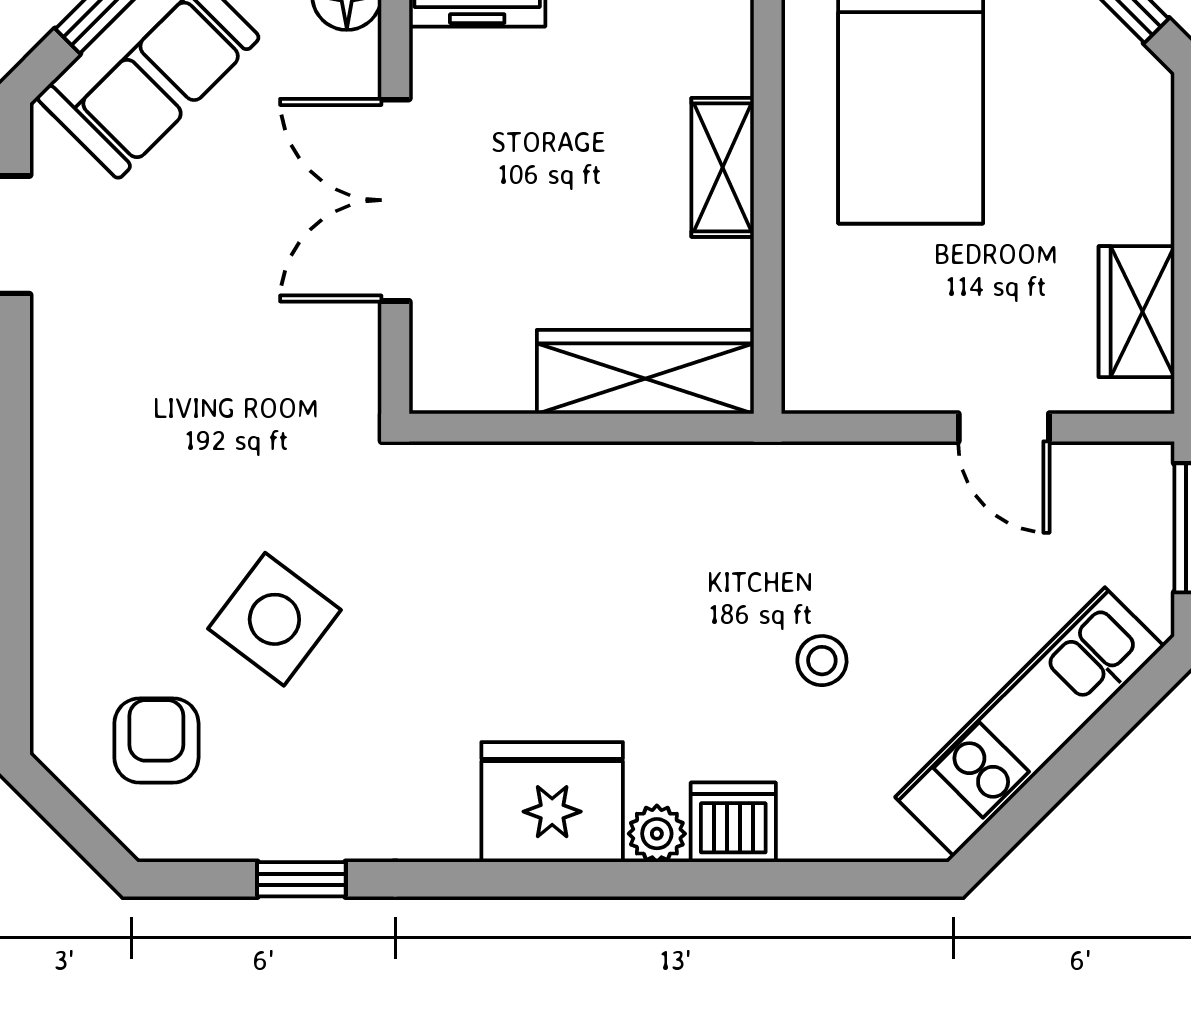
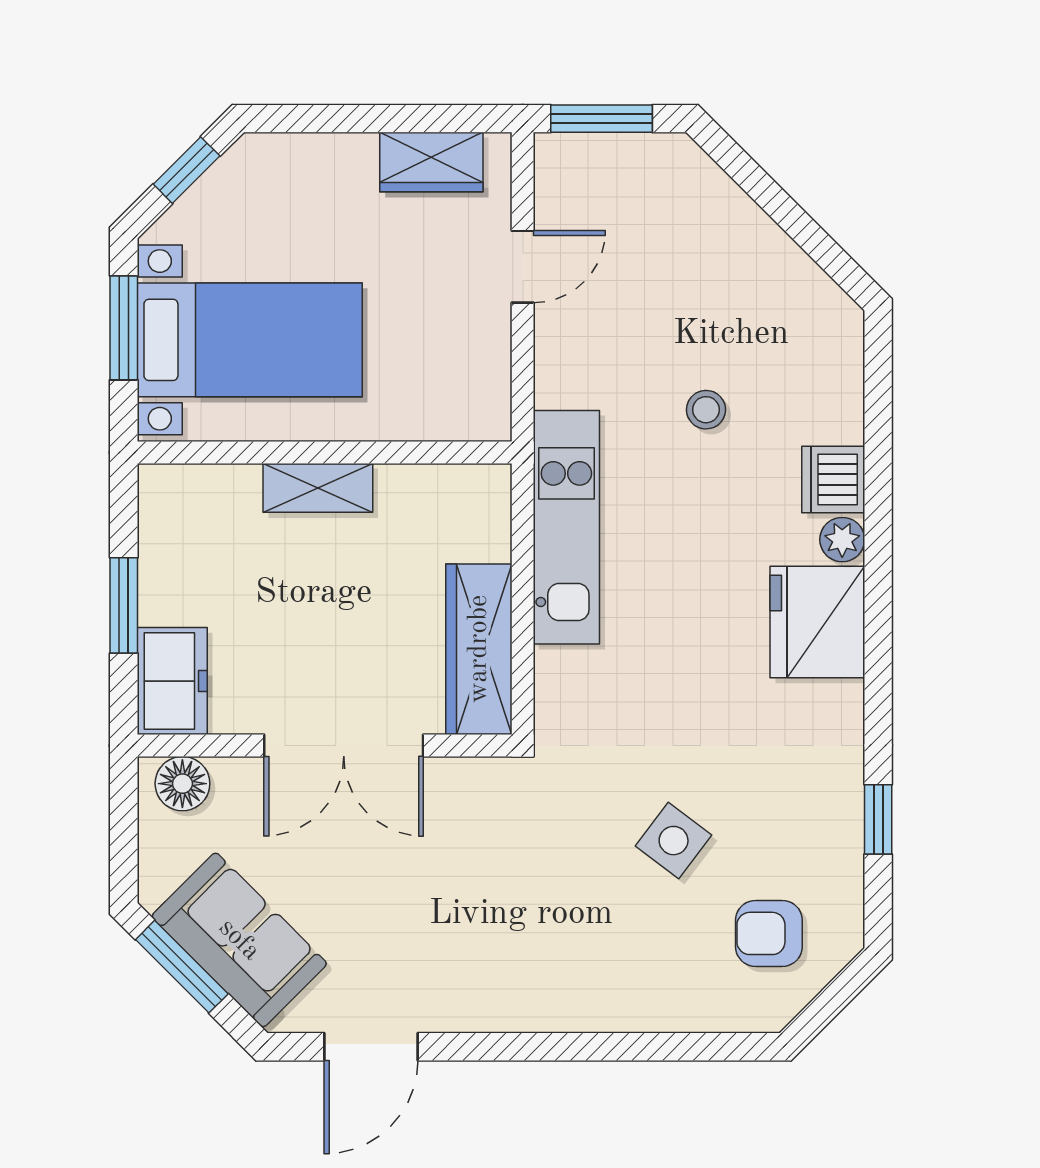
wardrobe: (645, 372) -> (479, 649), moved
side table: (274, 619) -> (674, 841), width x0.73, depth x0.73
kitchen unit: (1030, 722) -> (566, 527), moved, turned -135

